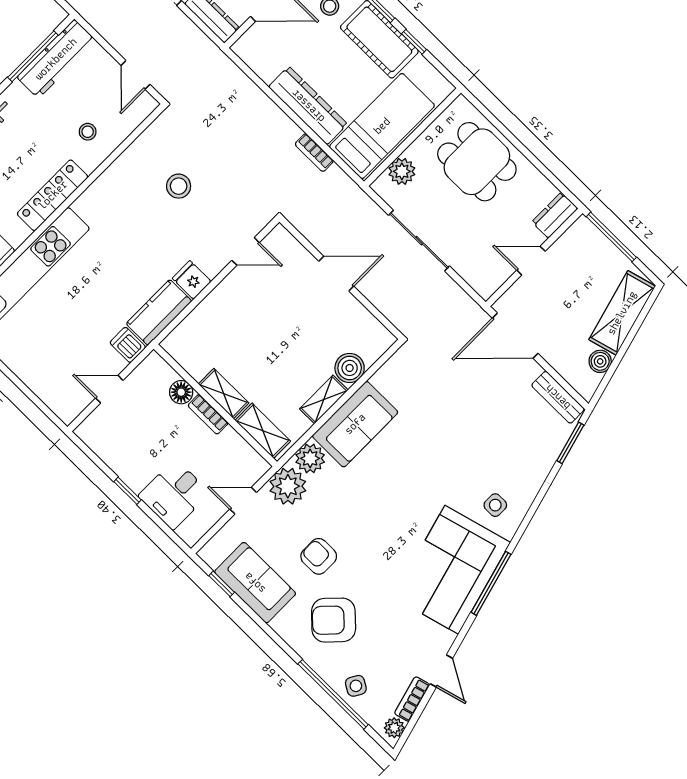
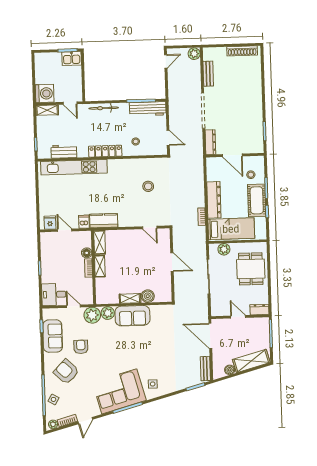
door: (135, 75) -> (168, 138), swing flipped
fridge: (192, 280) -> (50, 223), moved
shelving: (263, 431) -> (100, 242), moved
desk: (174, 494) -> (54, 294), moved

